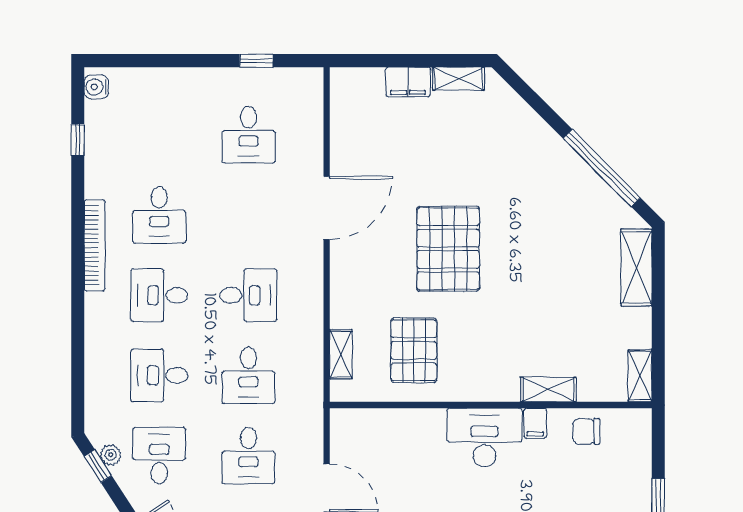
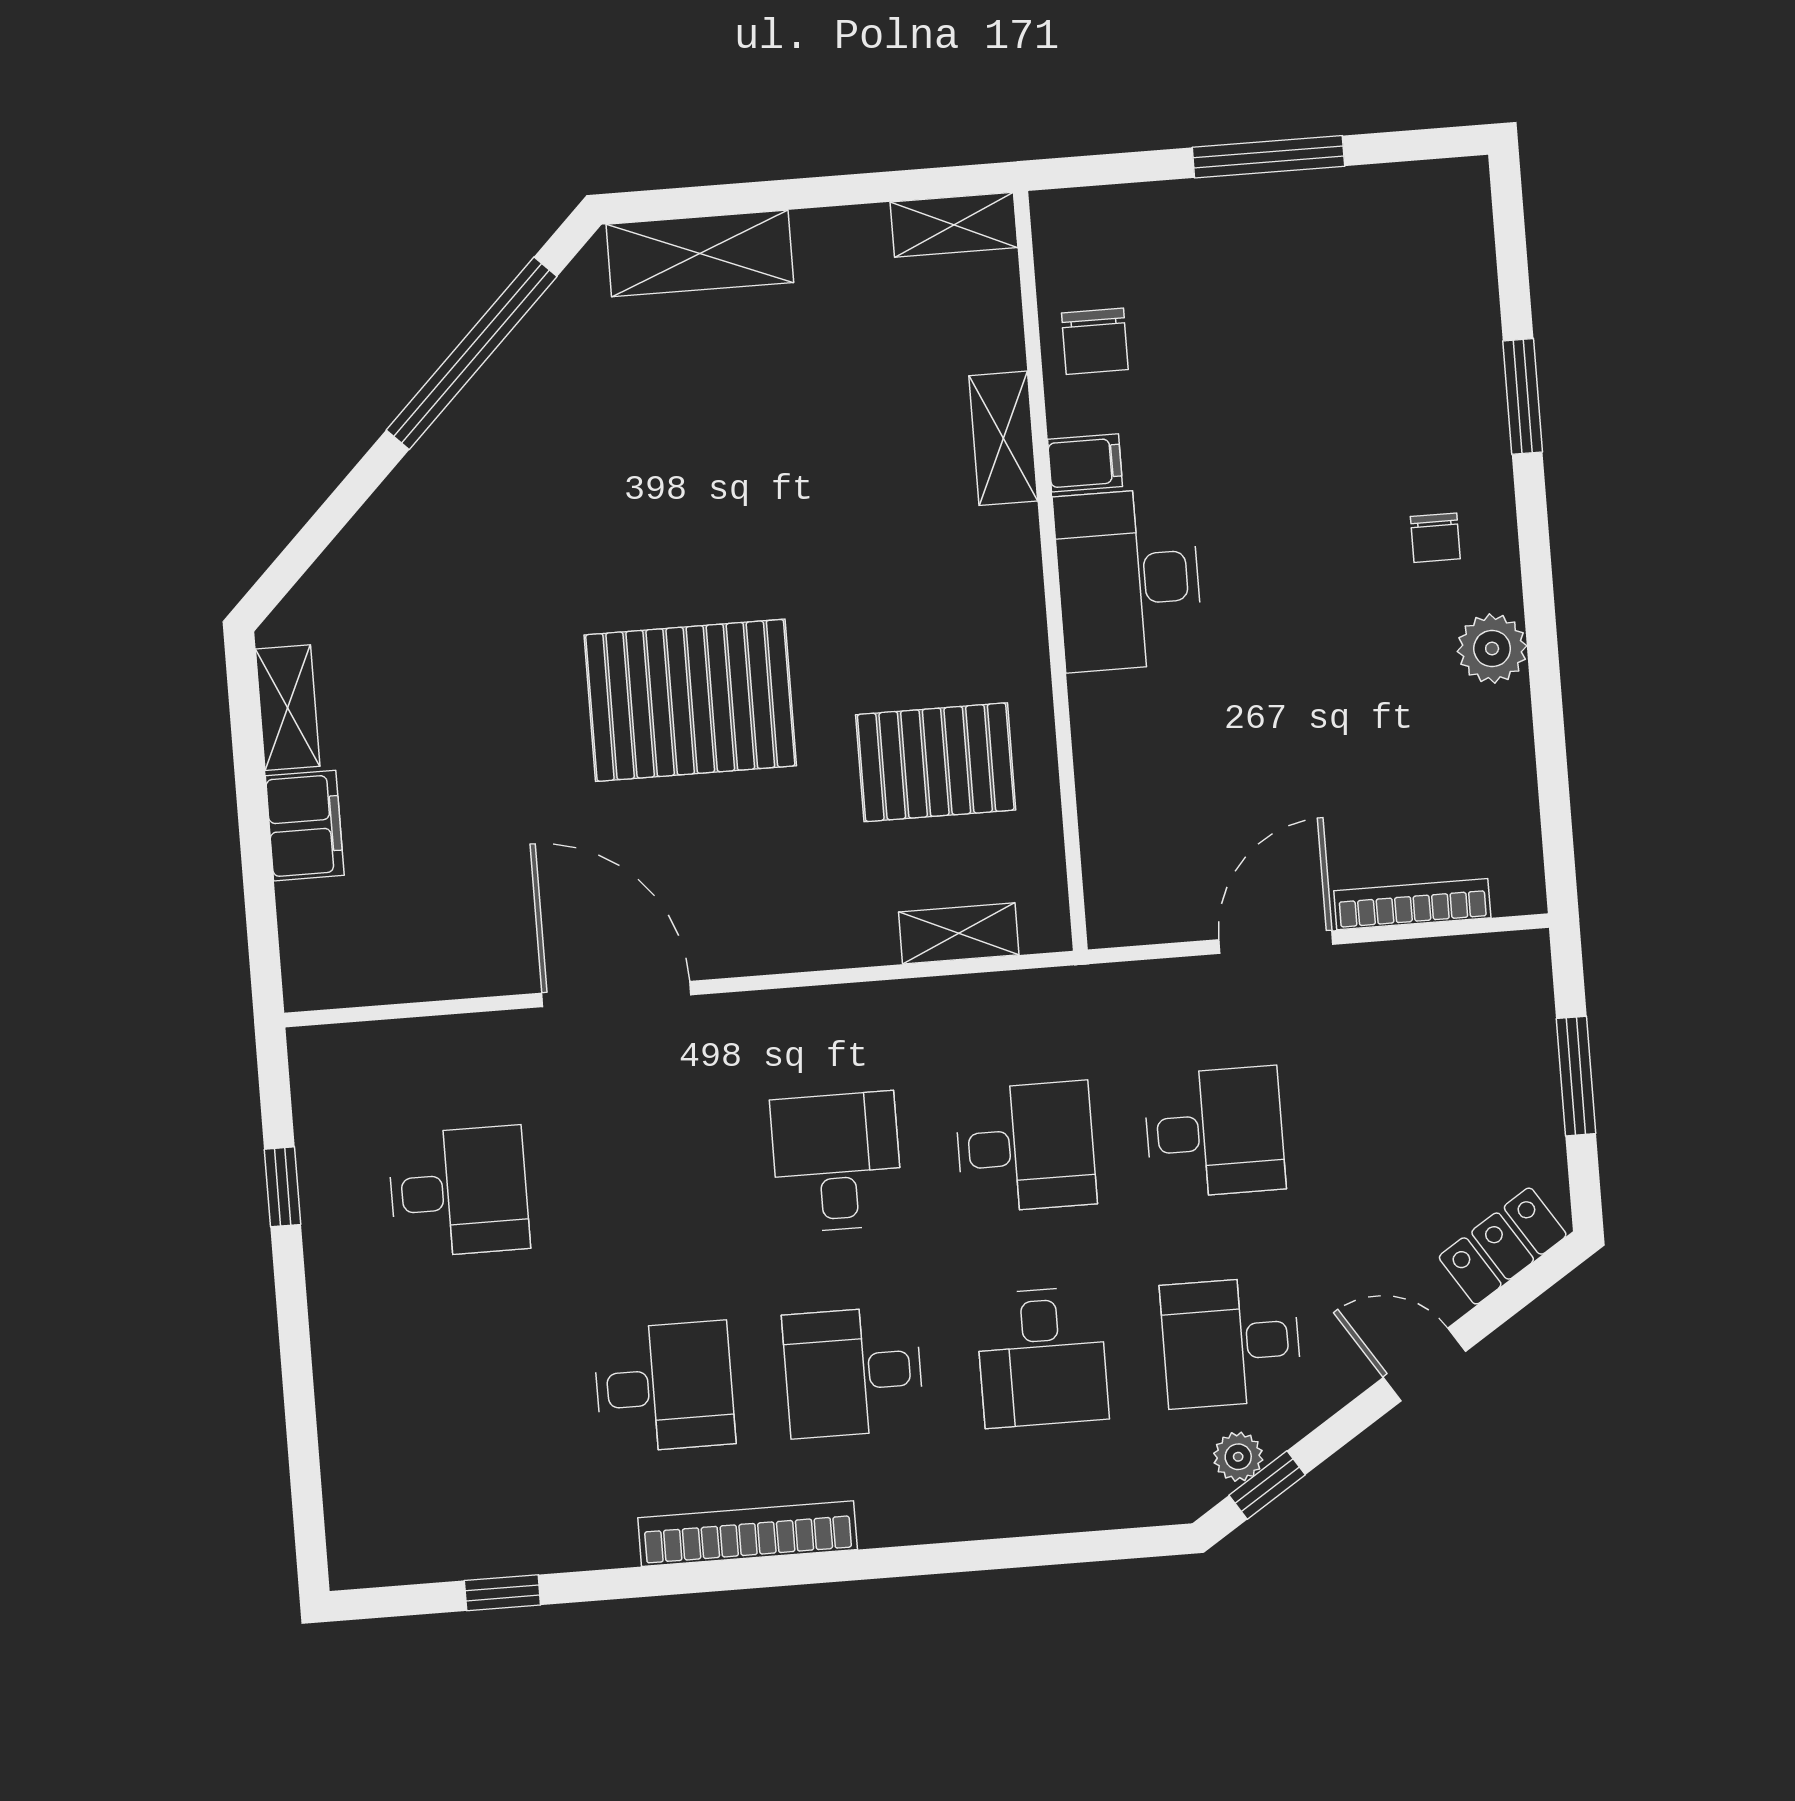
water cooler: (96, 87) -> (374, 1559), removed
desk: (159, 295) -> (853, 1372), turned 90

